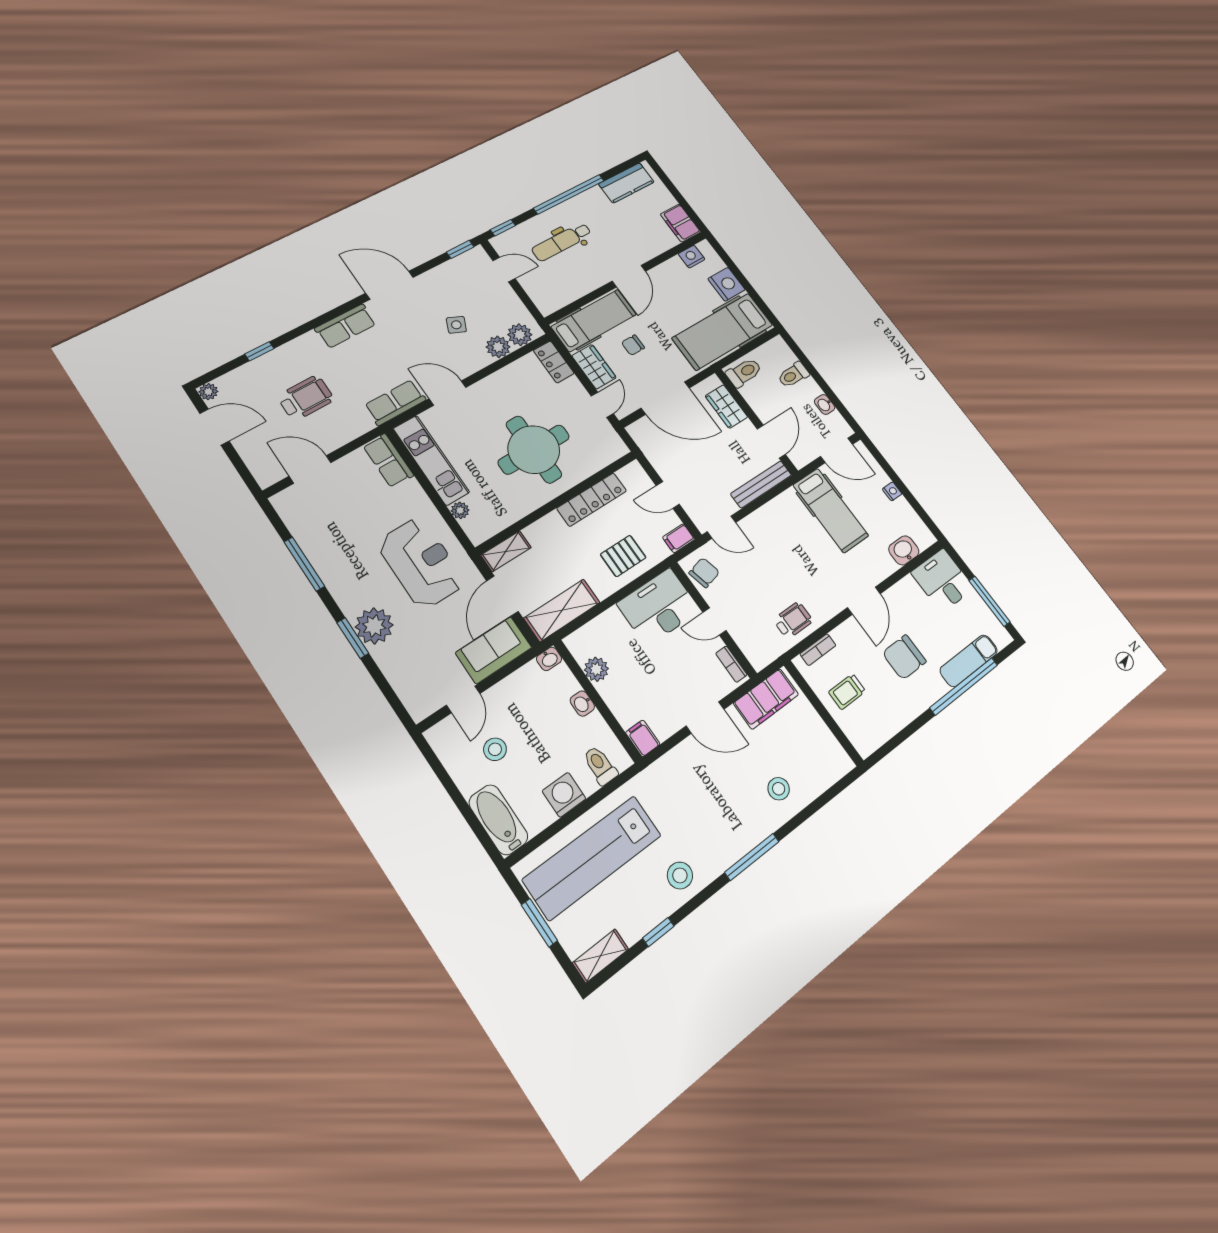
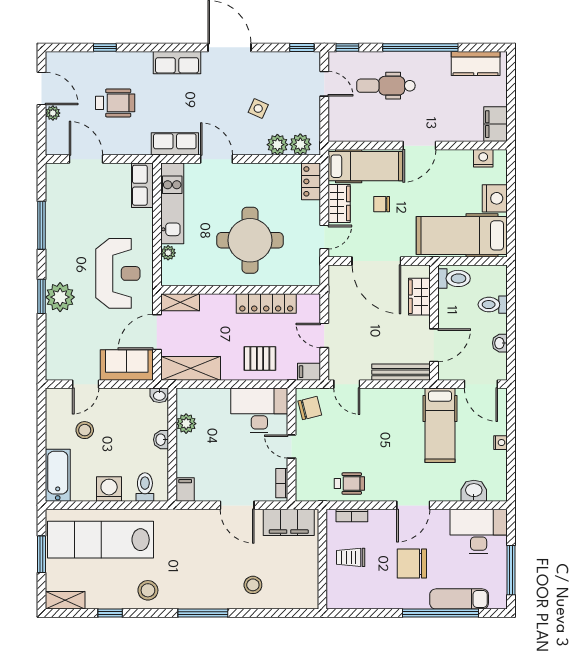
plant: (208, 392) -> (53, 113), moved
desk: (943, 580) -> (479, 532), width x1.37

